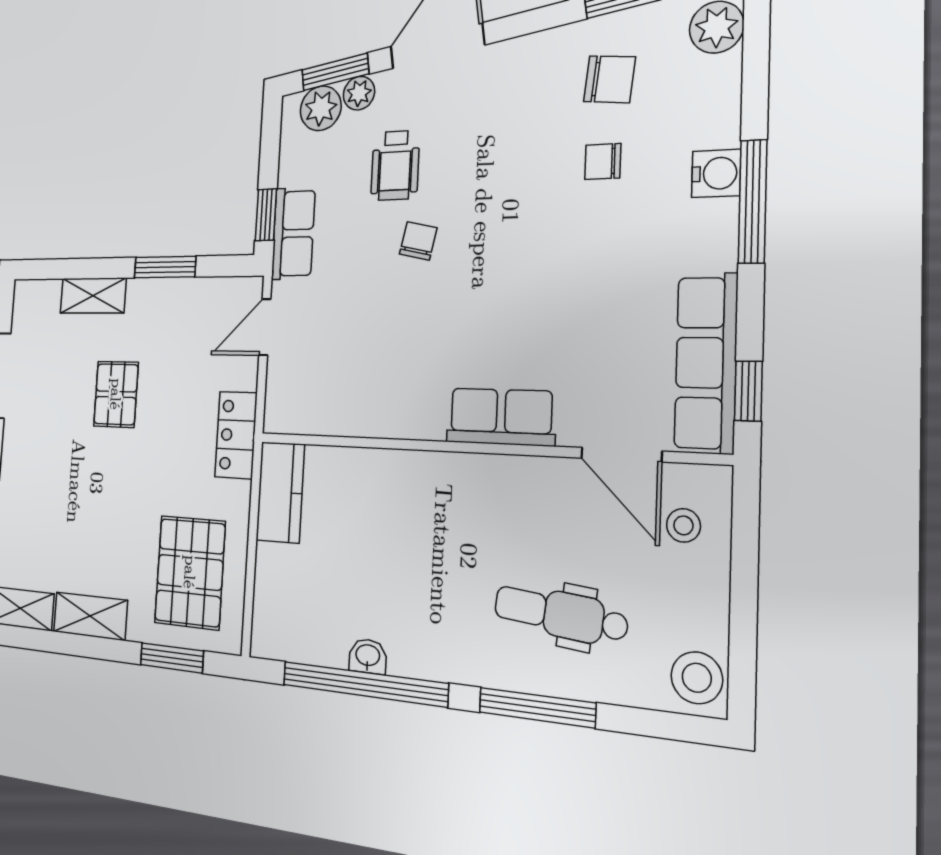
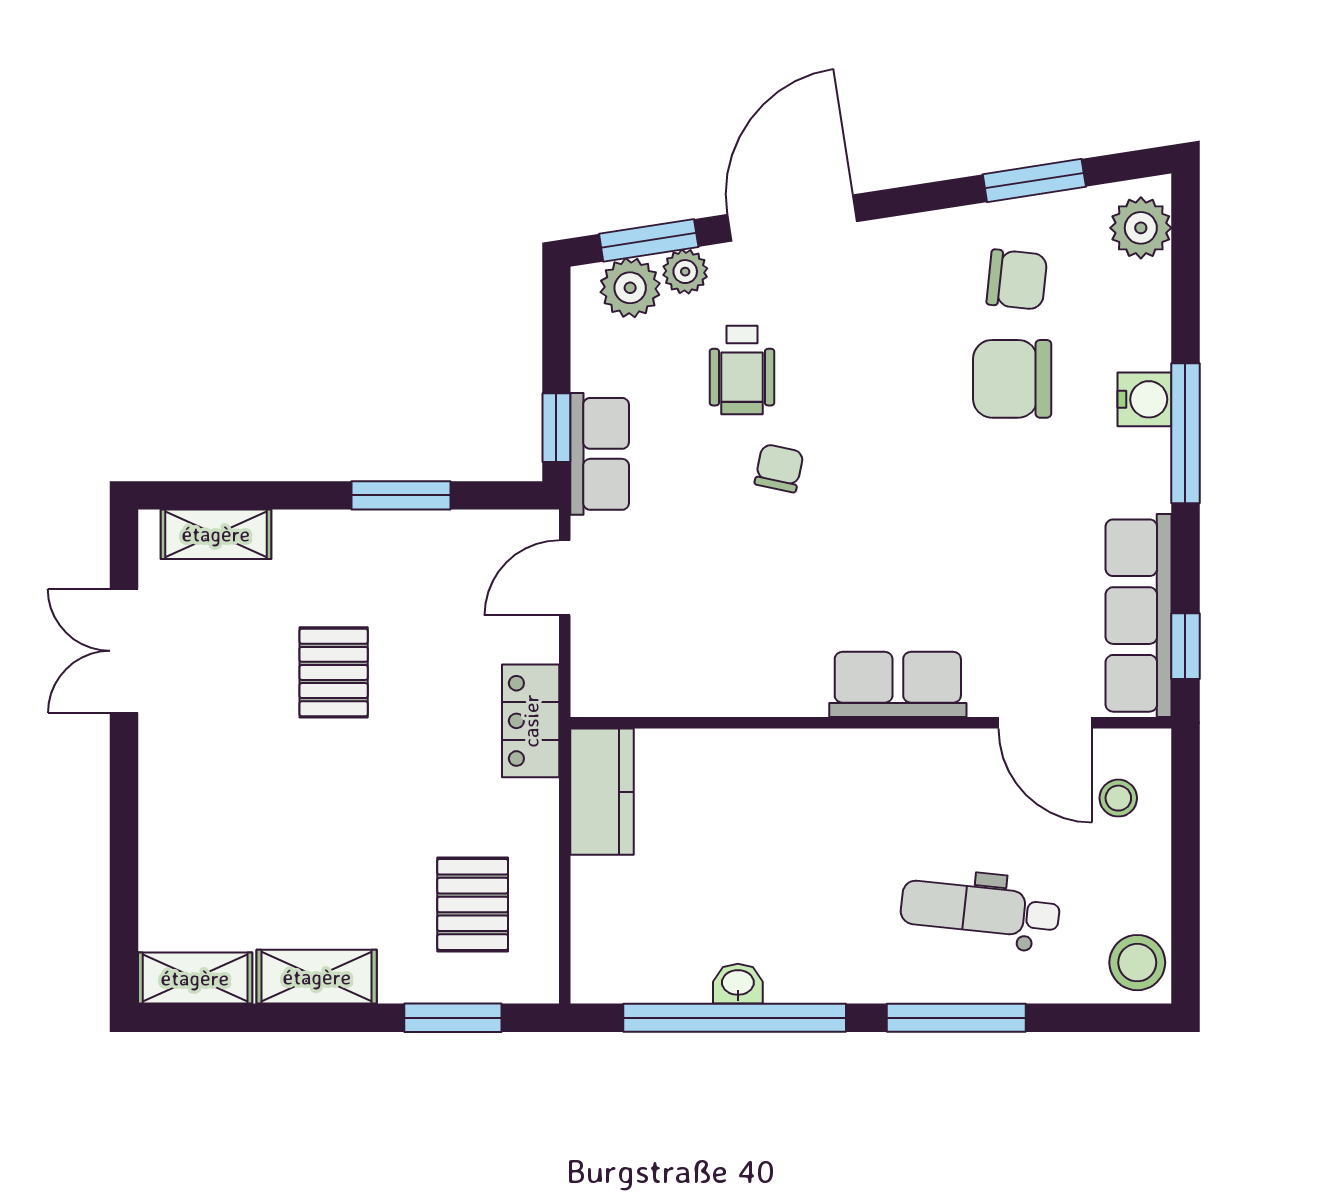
chair: (603, 162) -> (1012, 379), width x1.87, depth x1.87
shelving: (93, 296) -> (216, 534), moved
pallet: (190, 572) -> (473, 904), width x0.67, depth x0.71

